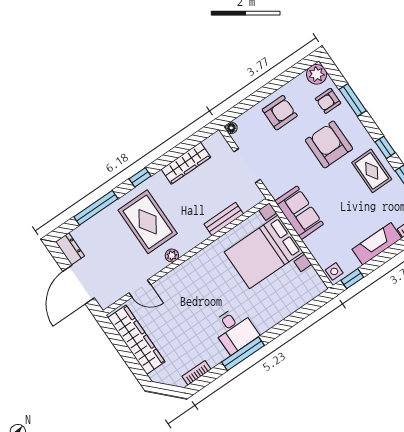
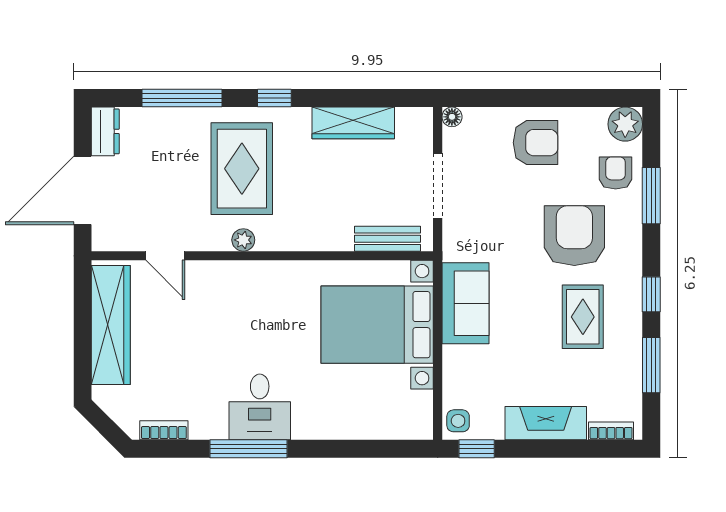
armchair: (328, 101) -> (616, 173), turned 90
rug: (372, 171) -> (583, 317), moved
bench: (224, 219) -> (388, 239), moved

